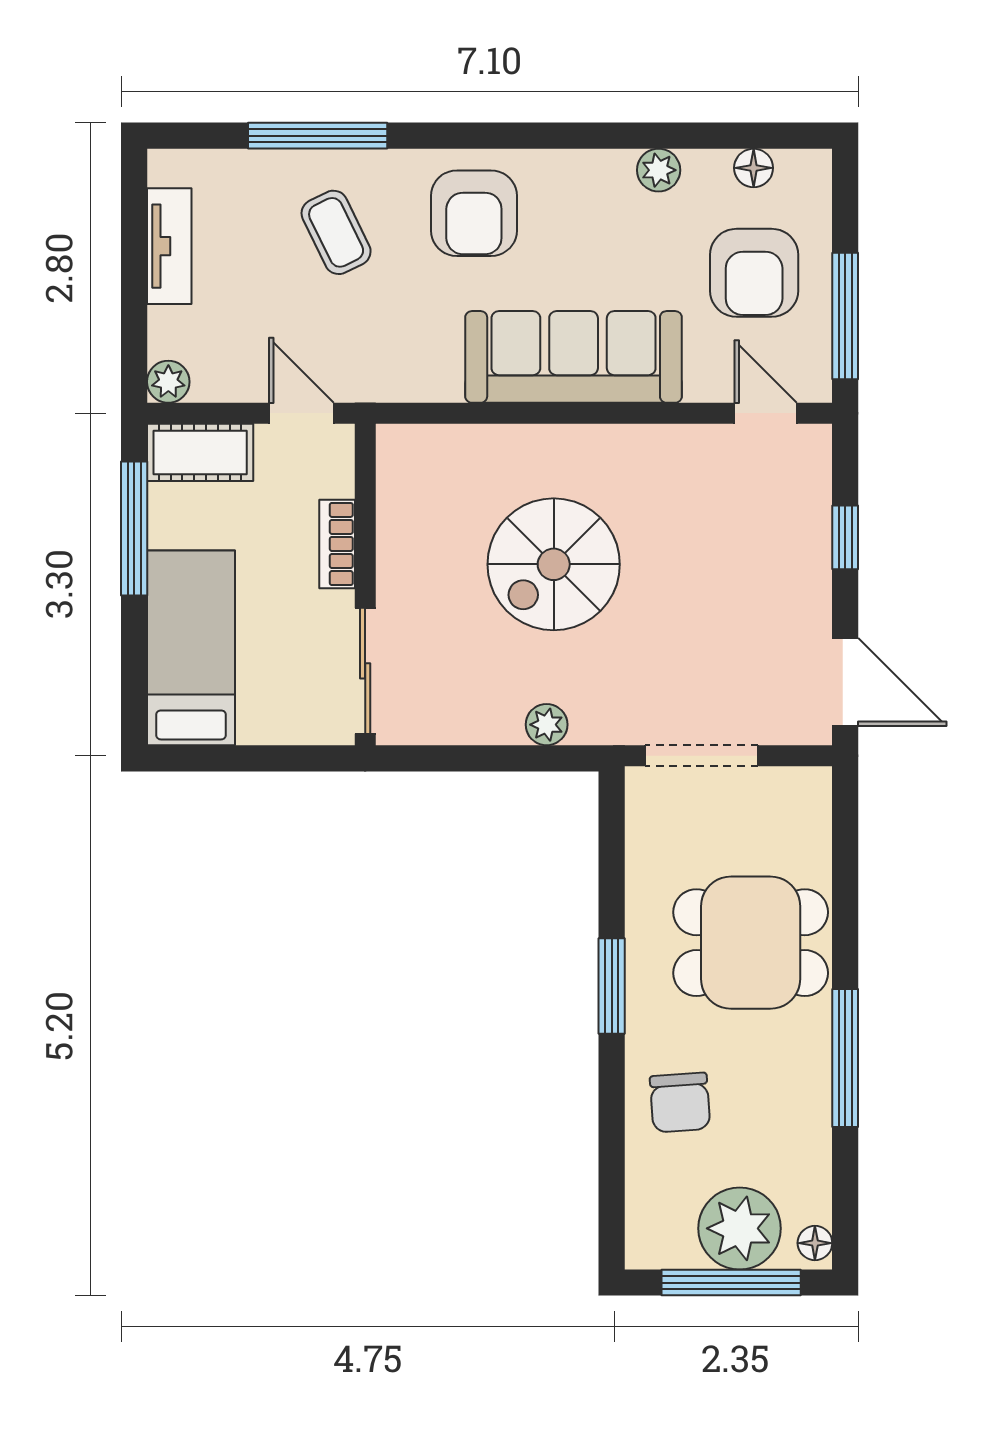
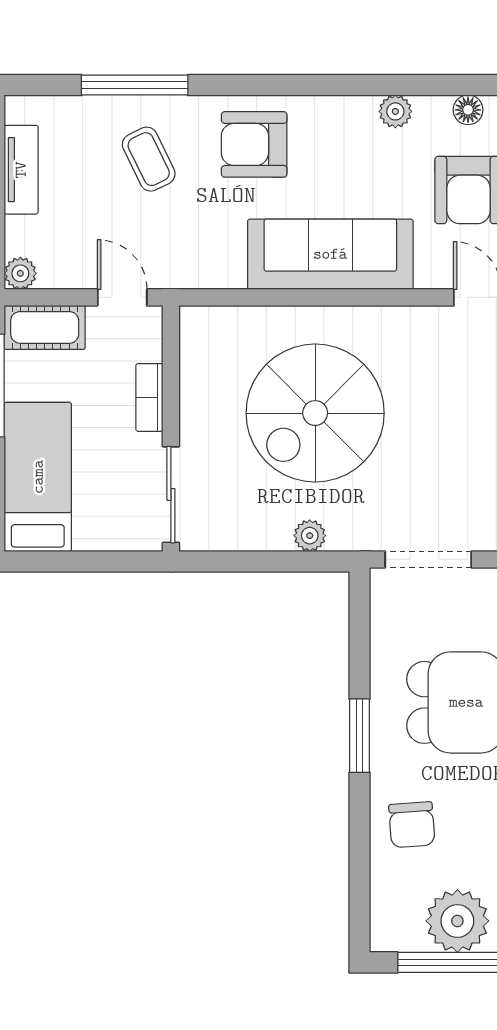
armchair: (474, 213) -> (254, 144), turned 90
spiral stairs: (554, 564) -> (315, 413), width x1.37, depth x1.37

